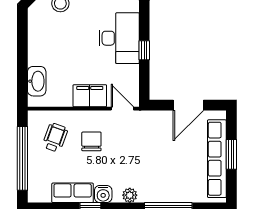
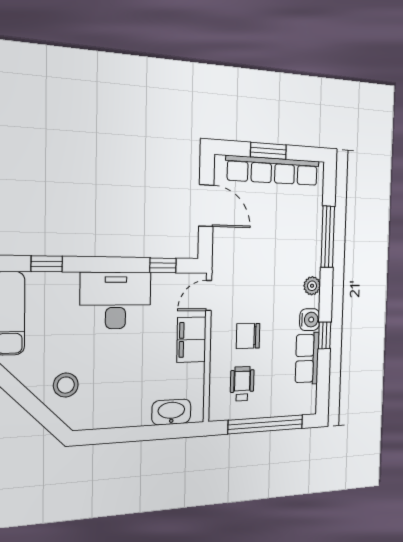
window: (144, 50) -> (163, 265), moved
wheelchair: (55, 138) -> (242, 384), turned 70

